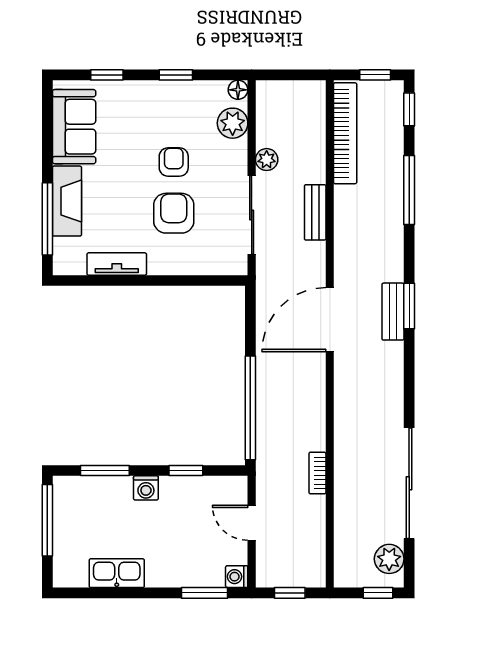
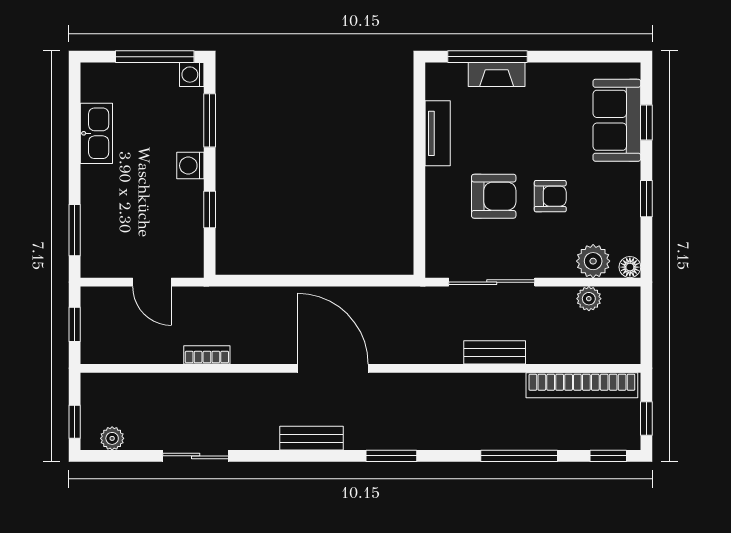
sofa: (74, 127) -> (617, 120), moved, turned 90
plant: (267, 160) -> (589, 299), moved
fireplace: (67, 201) -> (497, 74), width x0.73, depth x0.76
bench: (393, 312) -> (312, 438), moved
door: (330, 320) -> (333, 368), moved
window: (250, 408) -> (279, 281), removed
sliding door: (409, 483) -> (196, 456), width x0.54
door: (252, 523) -> (152, 282), swing flipped
plant: (389, 559) -> (112, 438), width x0.73, depth x0.73
washing machine: (237, 577) -> (192, 75), moved, turned -90

